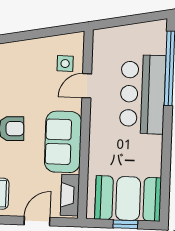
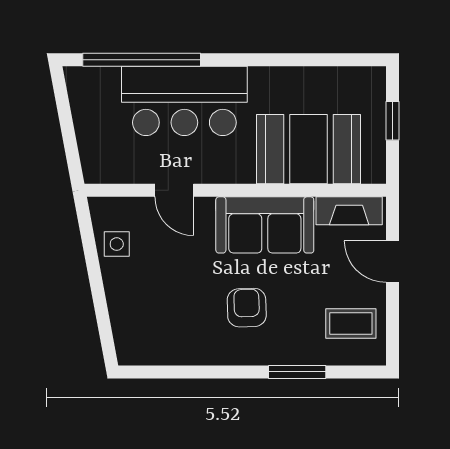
side table: (65, 64) -> (117, 244), moved
booth: (128, 198) -> (308, 149), moved, turned 90

